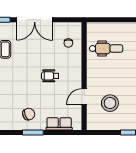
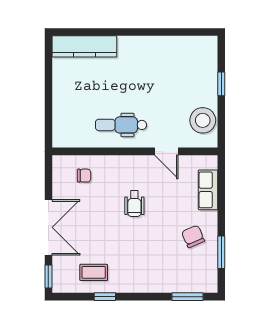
dental chair: (106, 49) -> (121, 125), moved, turned -90
stool: (110, 103) -> (203, 120), moved
window: (33, 132) -> (221, 252), moved

